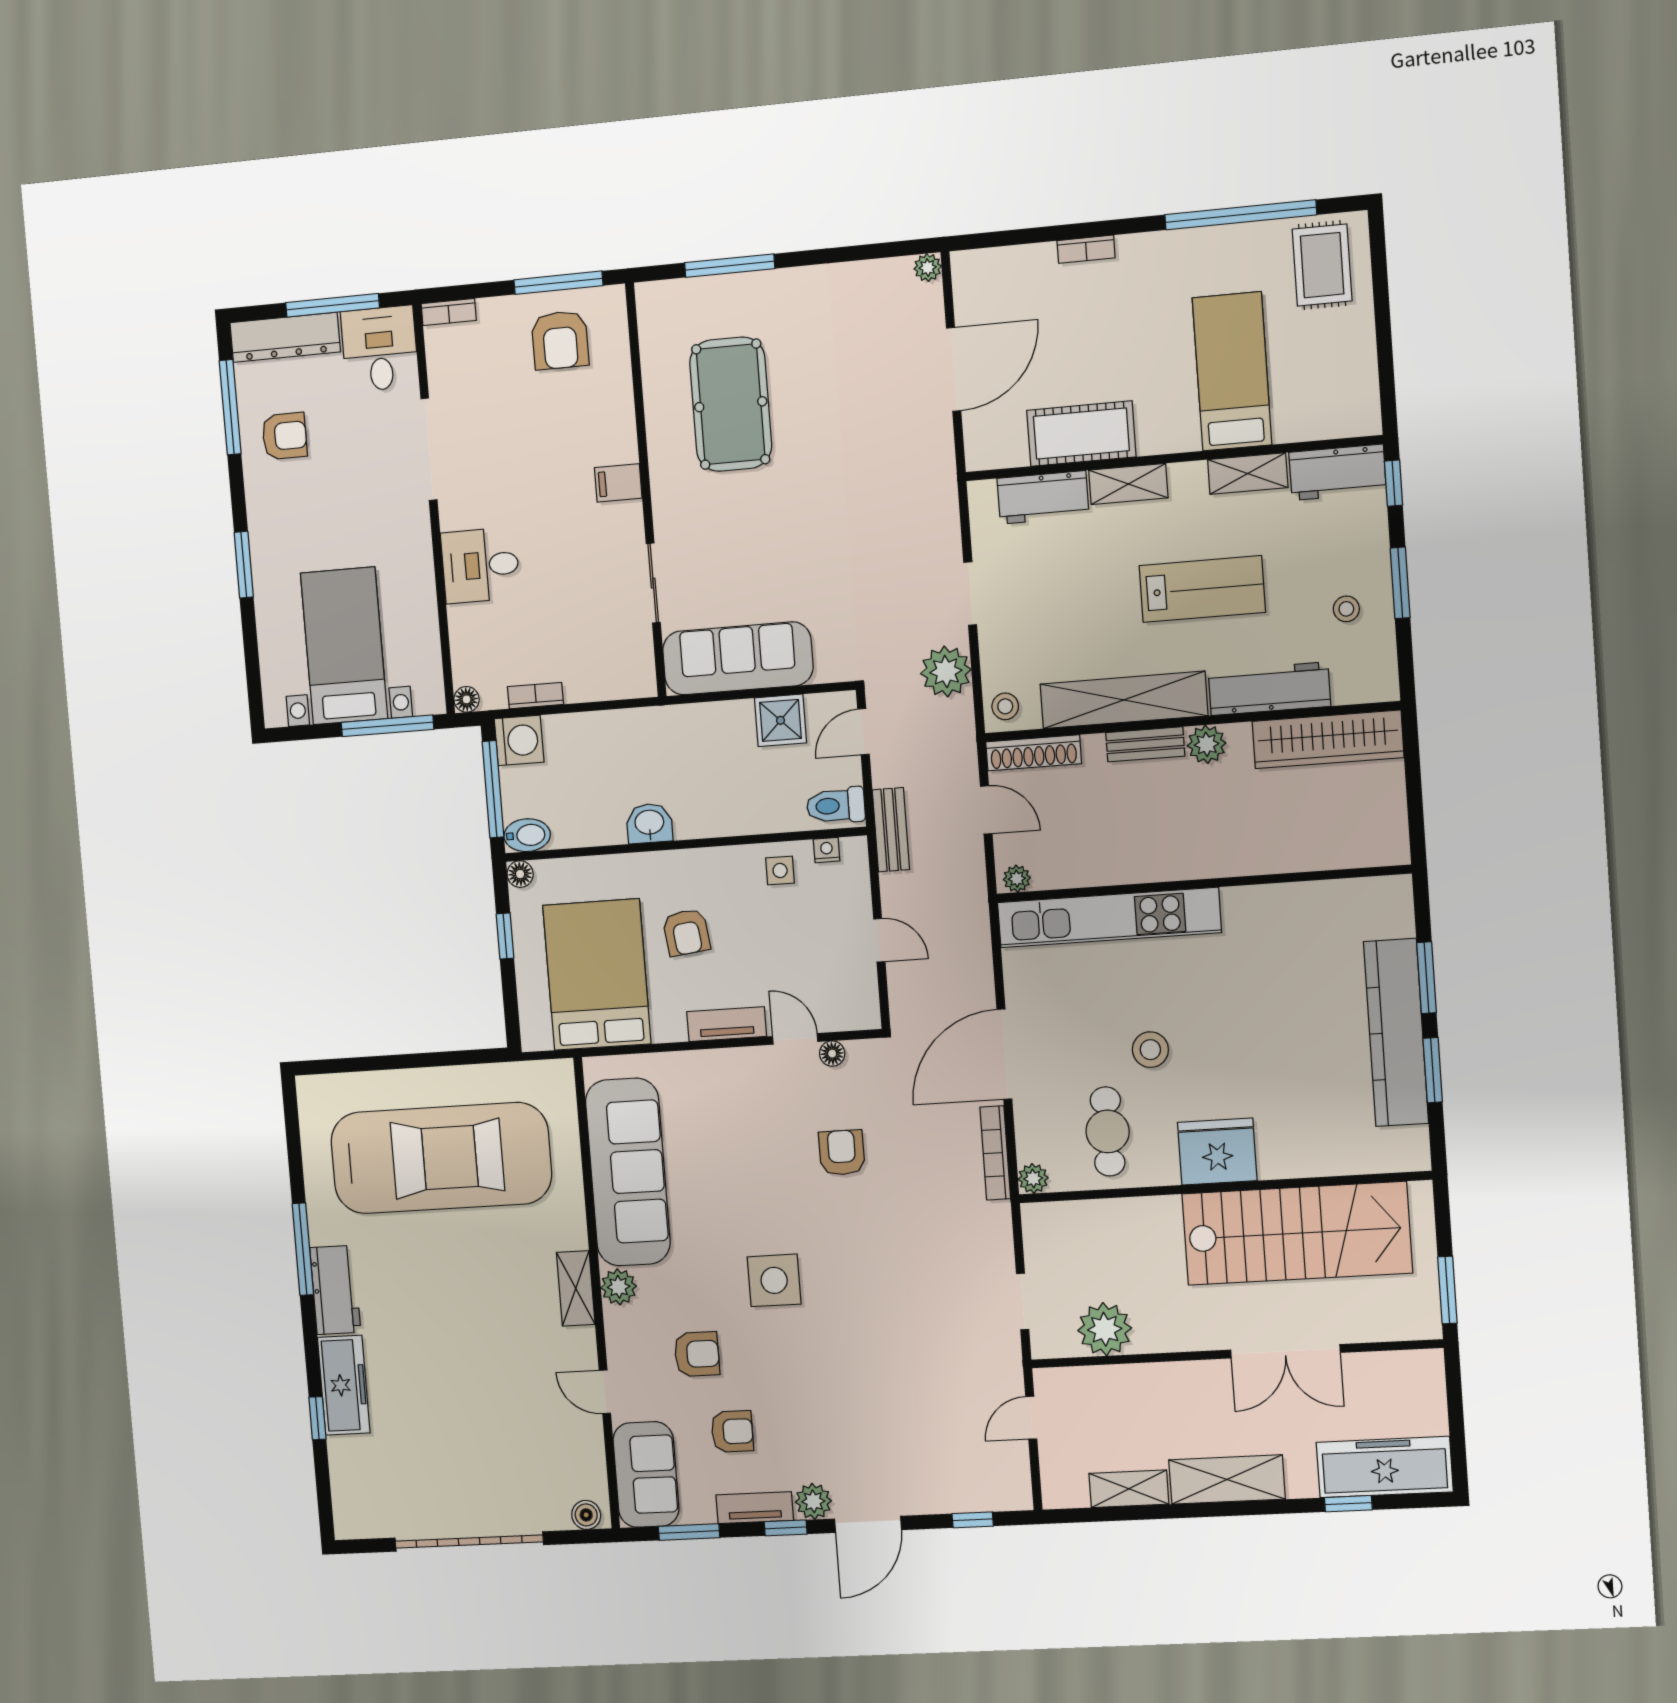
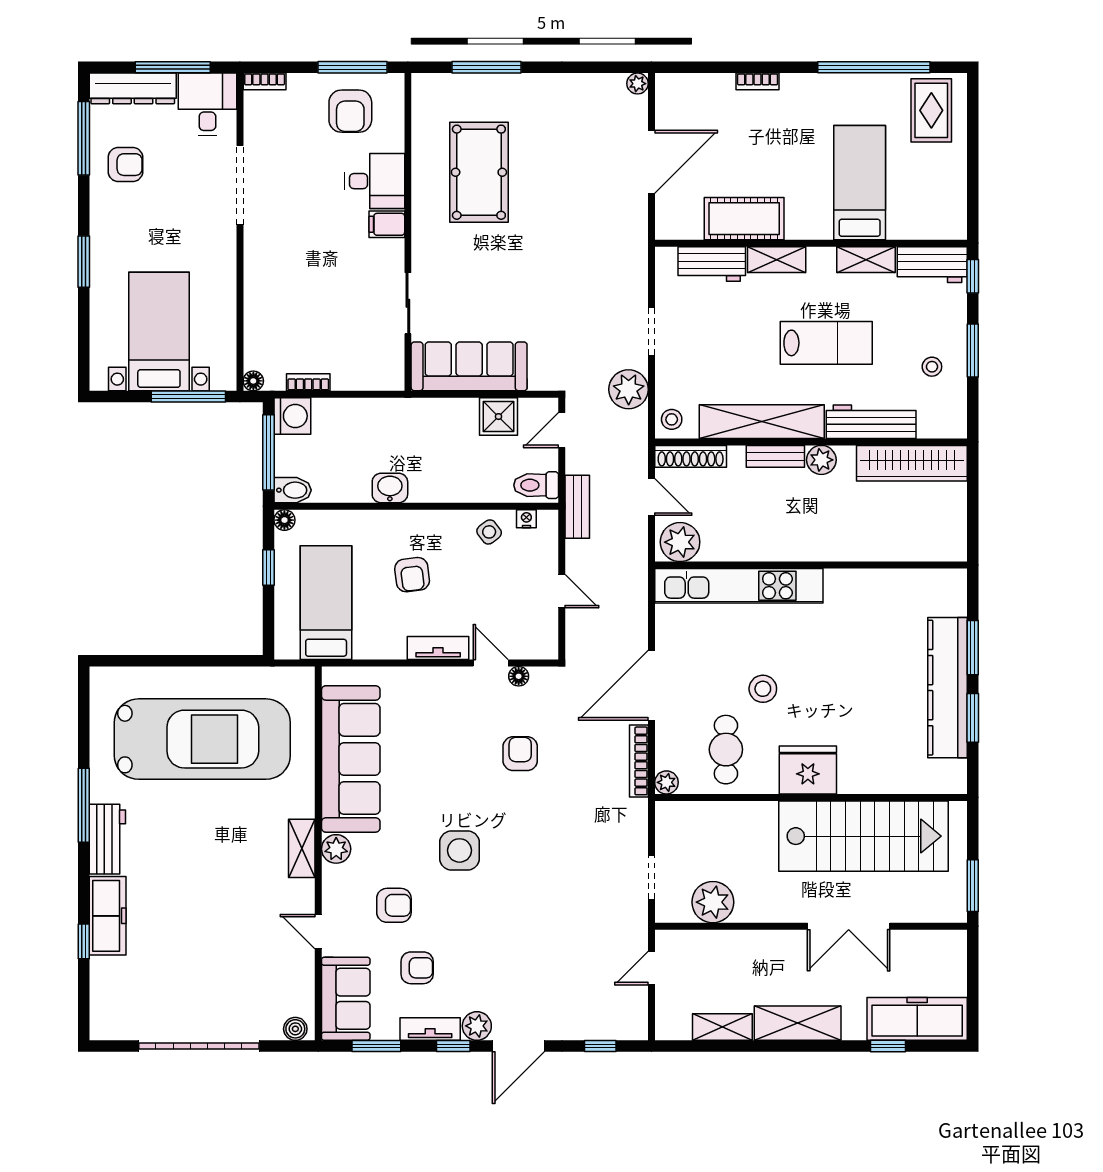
desk: (480, 565) -> (375, 181), moved, turned 180
side table: (780, 871) -> (489, 532), turned -37
plant: (1017, 879) -> (680, 542), width x1.87, depth x1.87
bed: (597, 975) -> (326, 603), width x0.67

